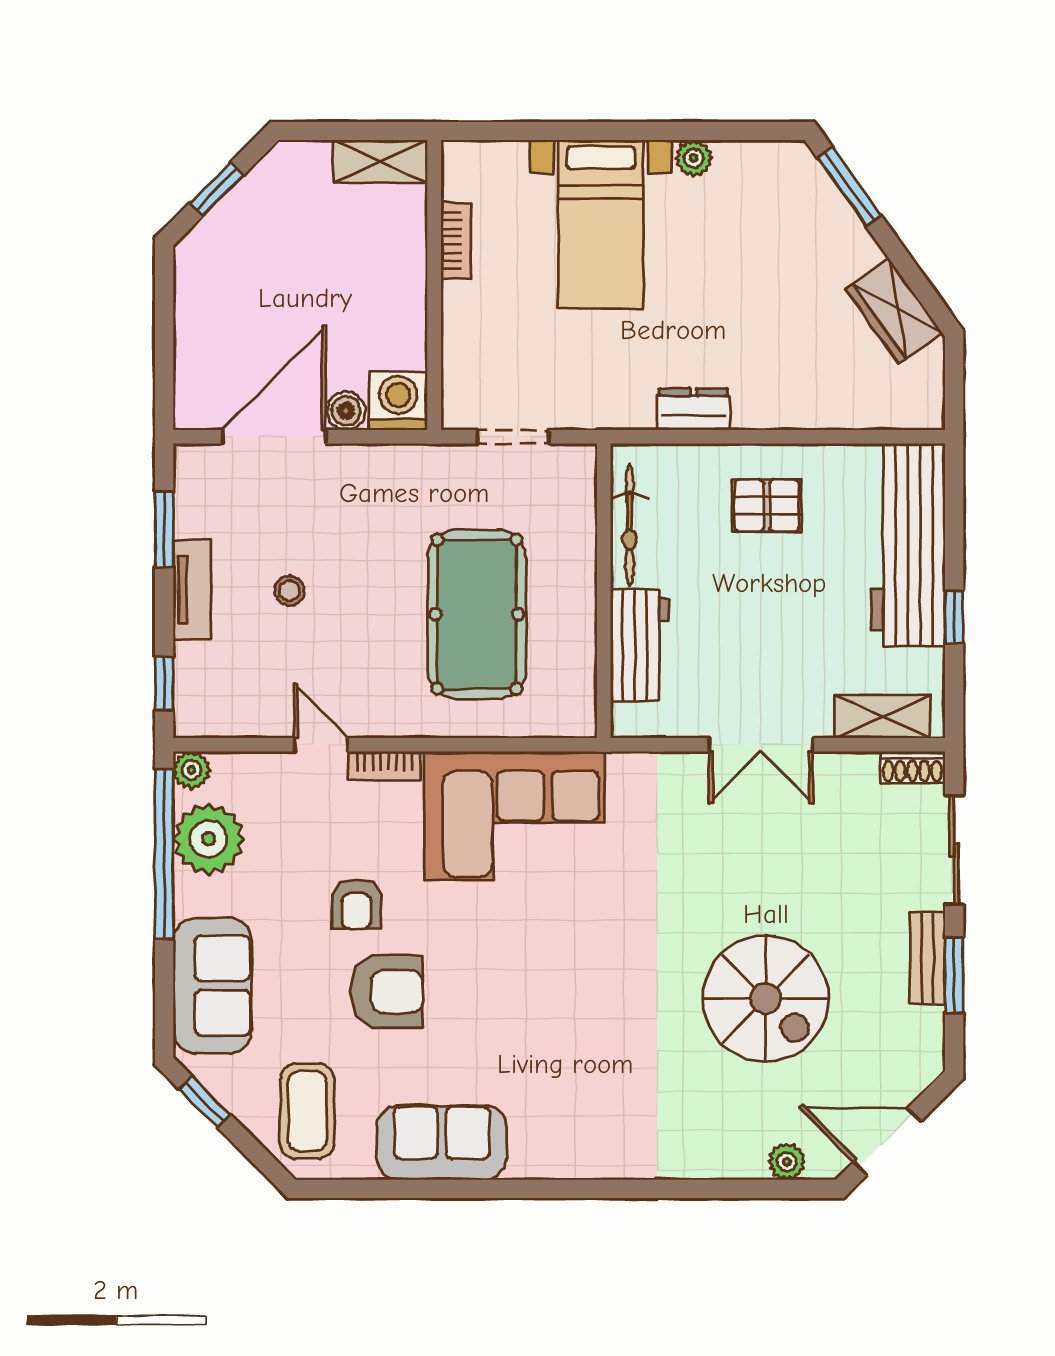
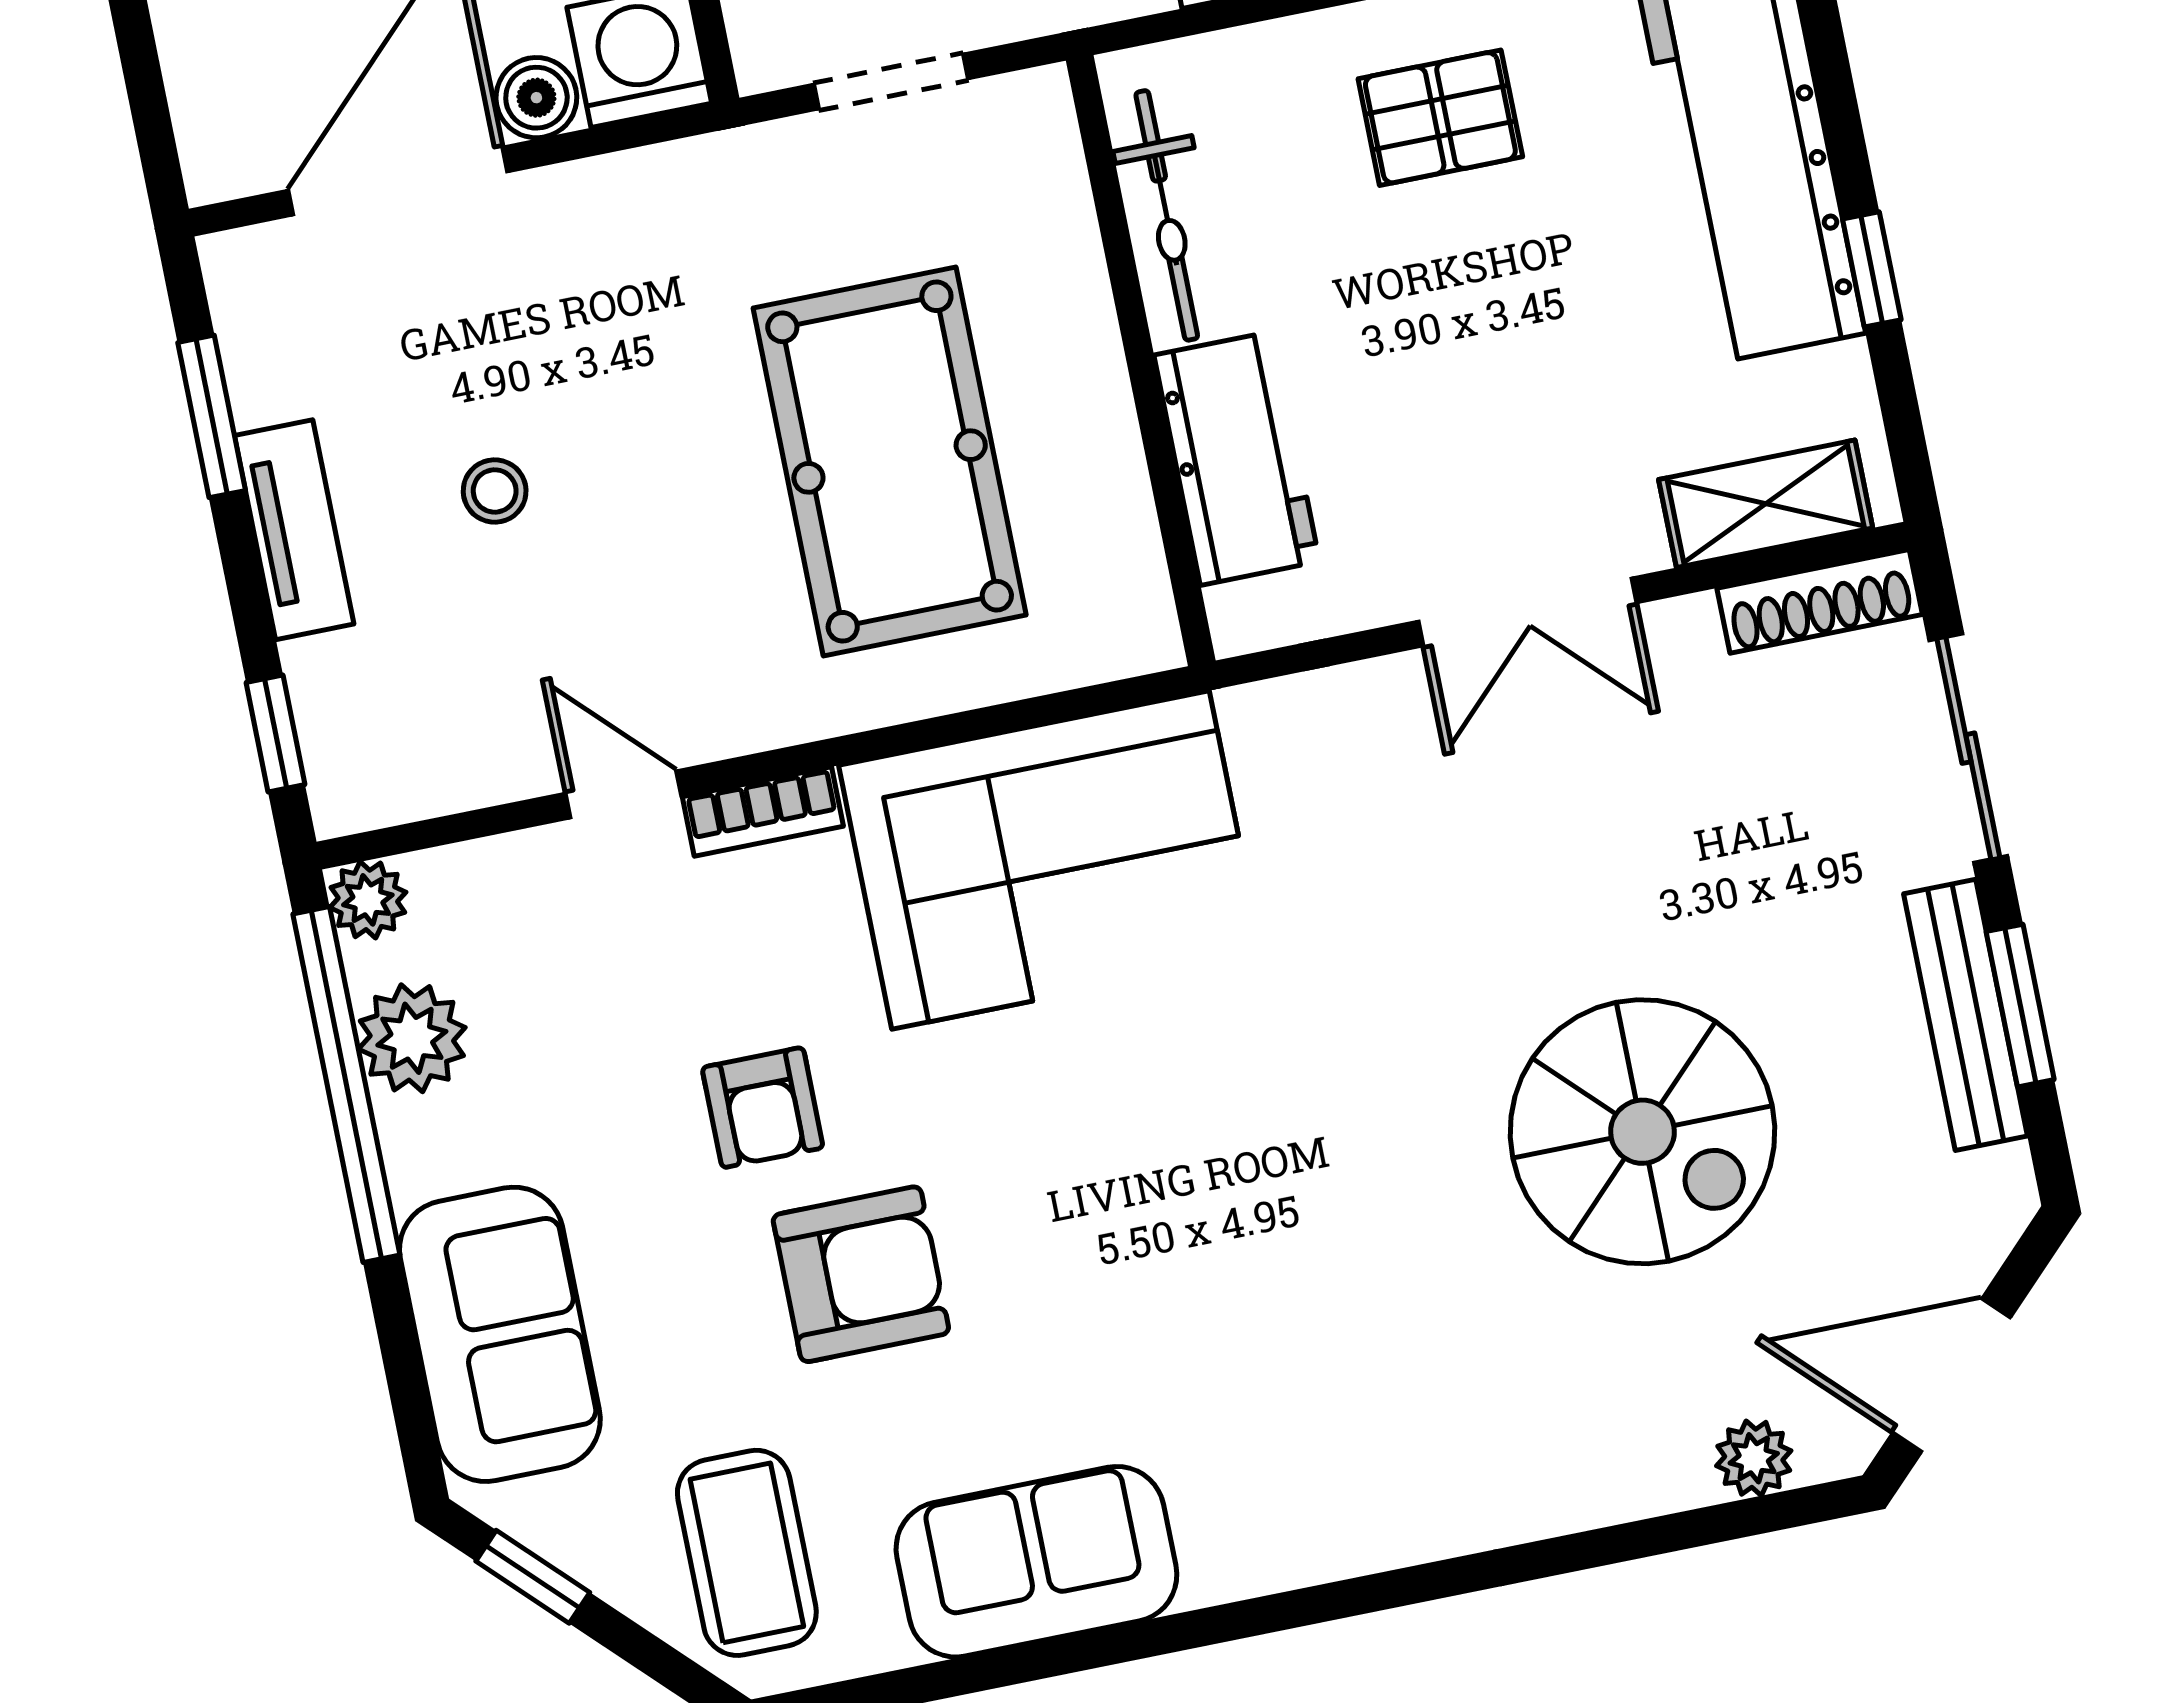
shoe rack: (912, 767) -> (1820, 601), width x1.43
plant: (209, 839) -> (412, 1038), width x0.73, depth x0.73
bench: (928, 958) -> (1966, 1015), width x1.36

